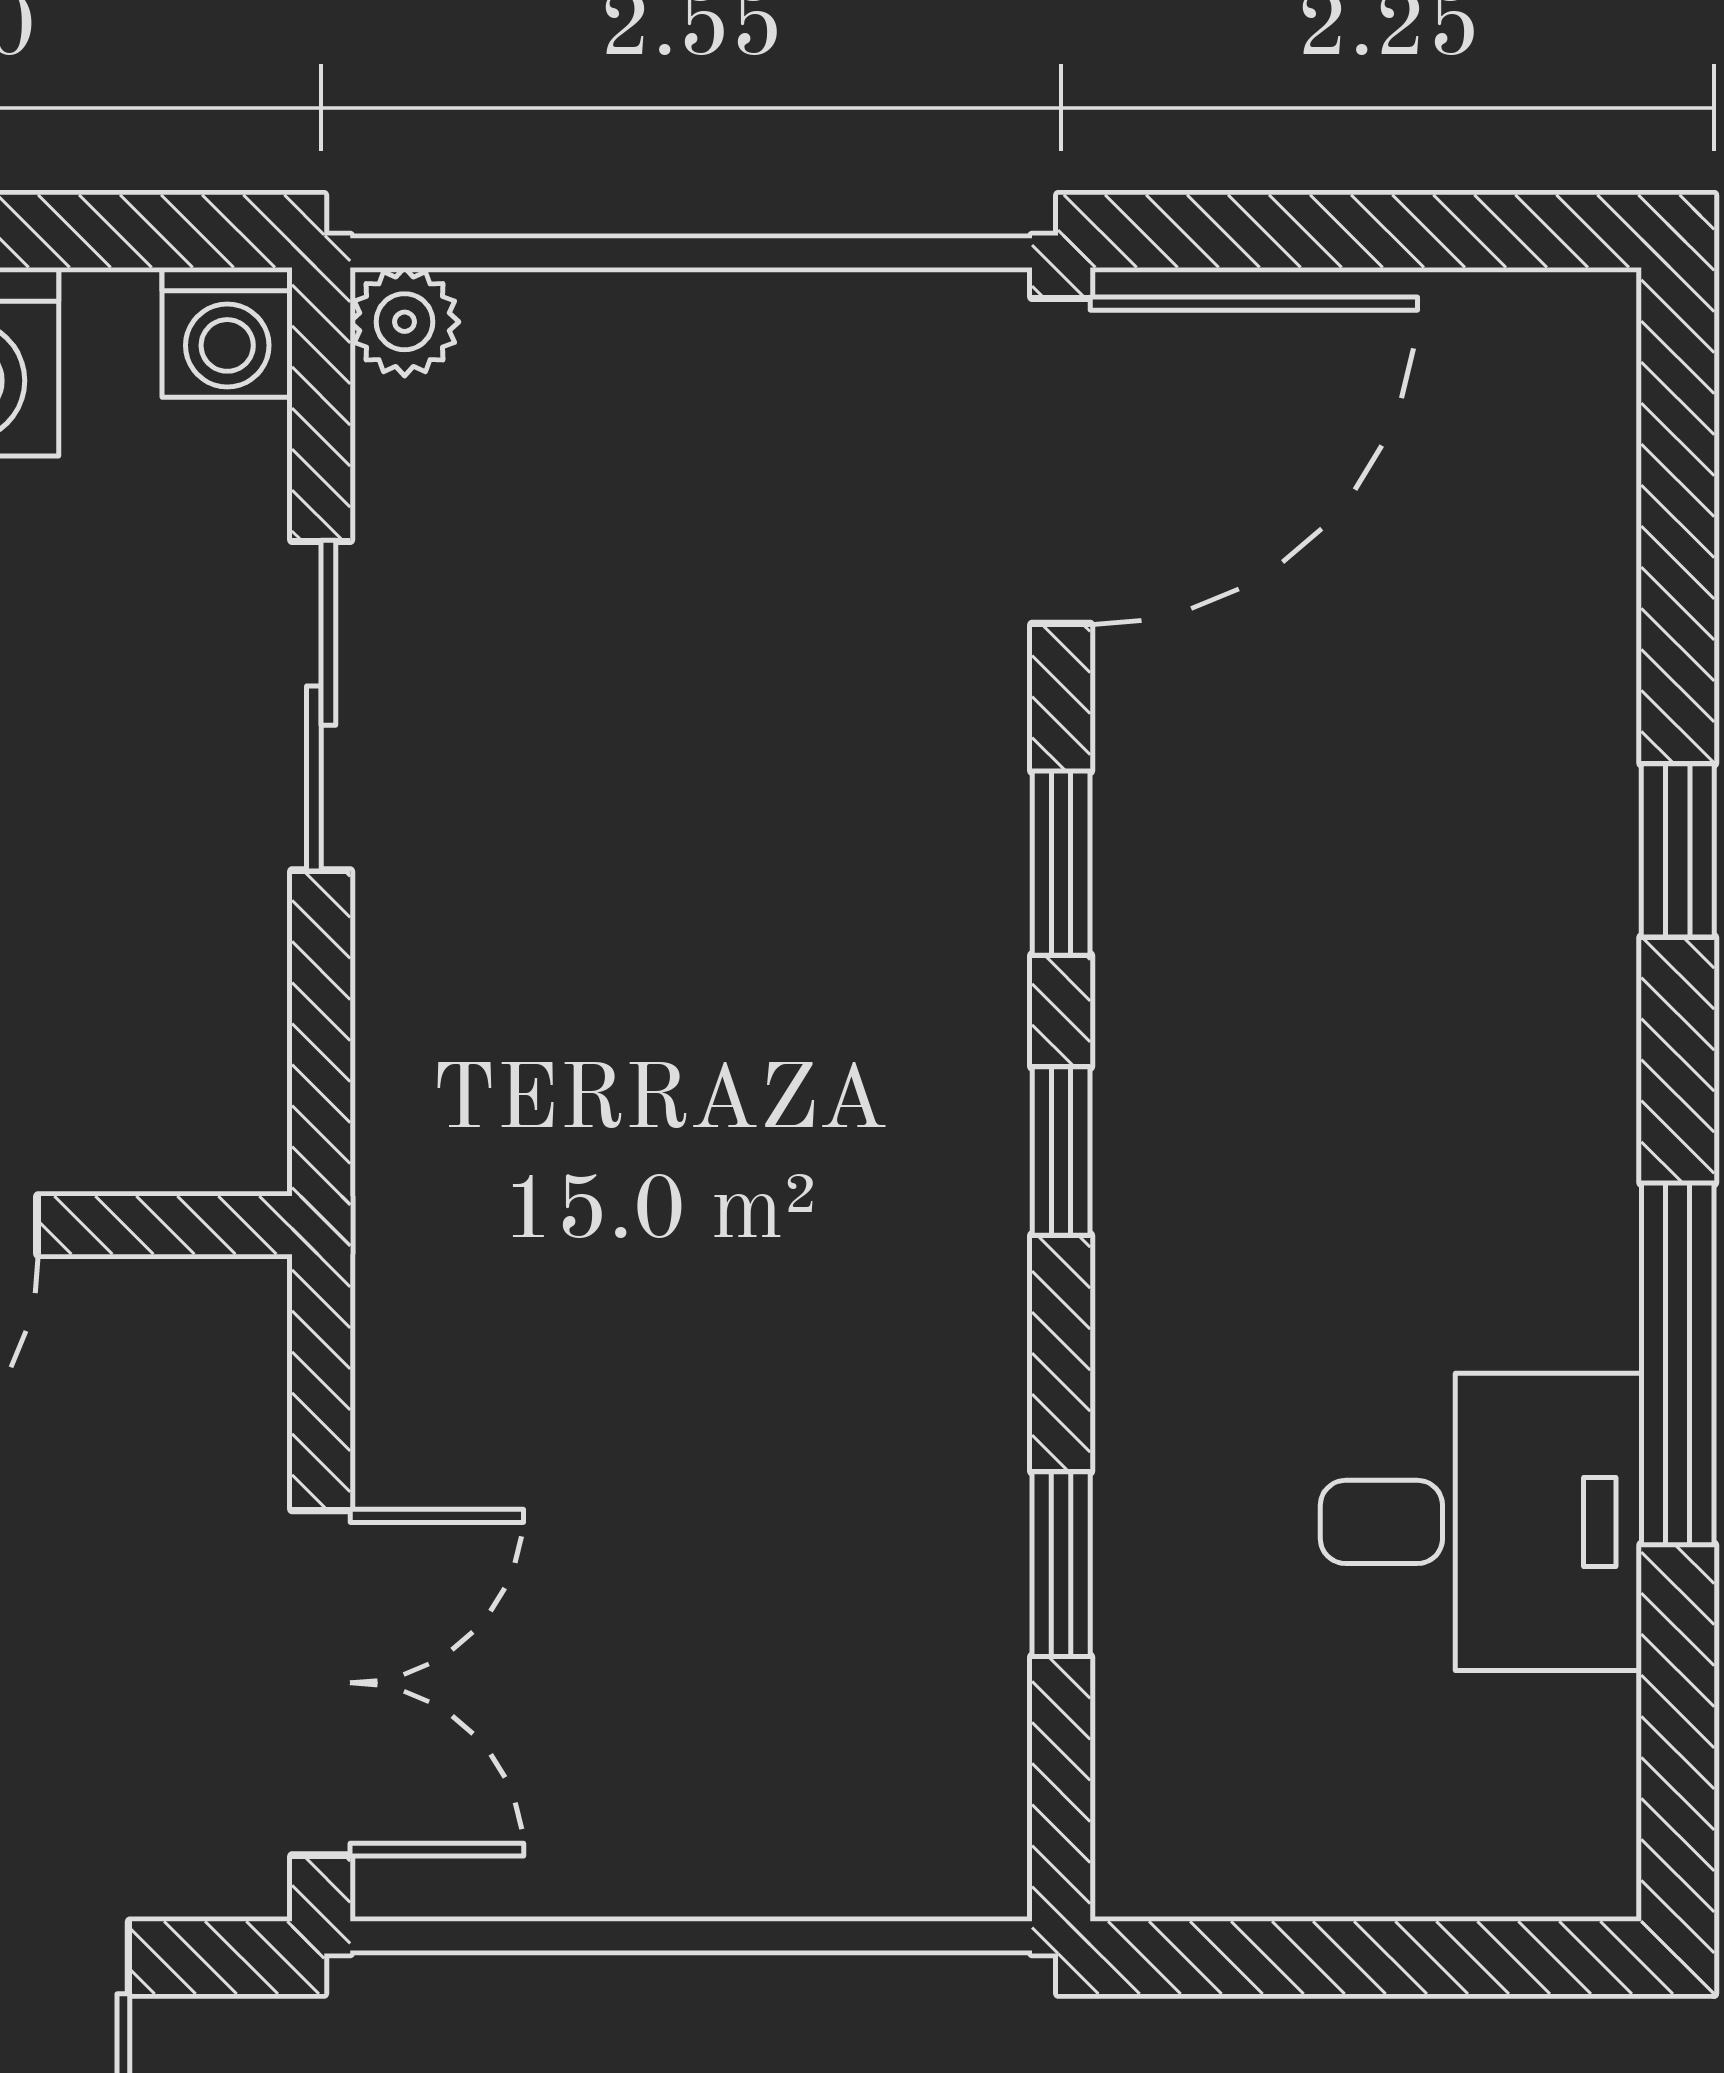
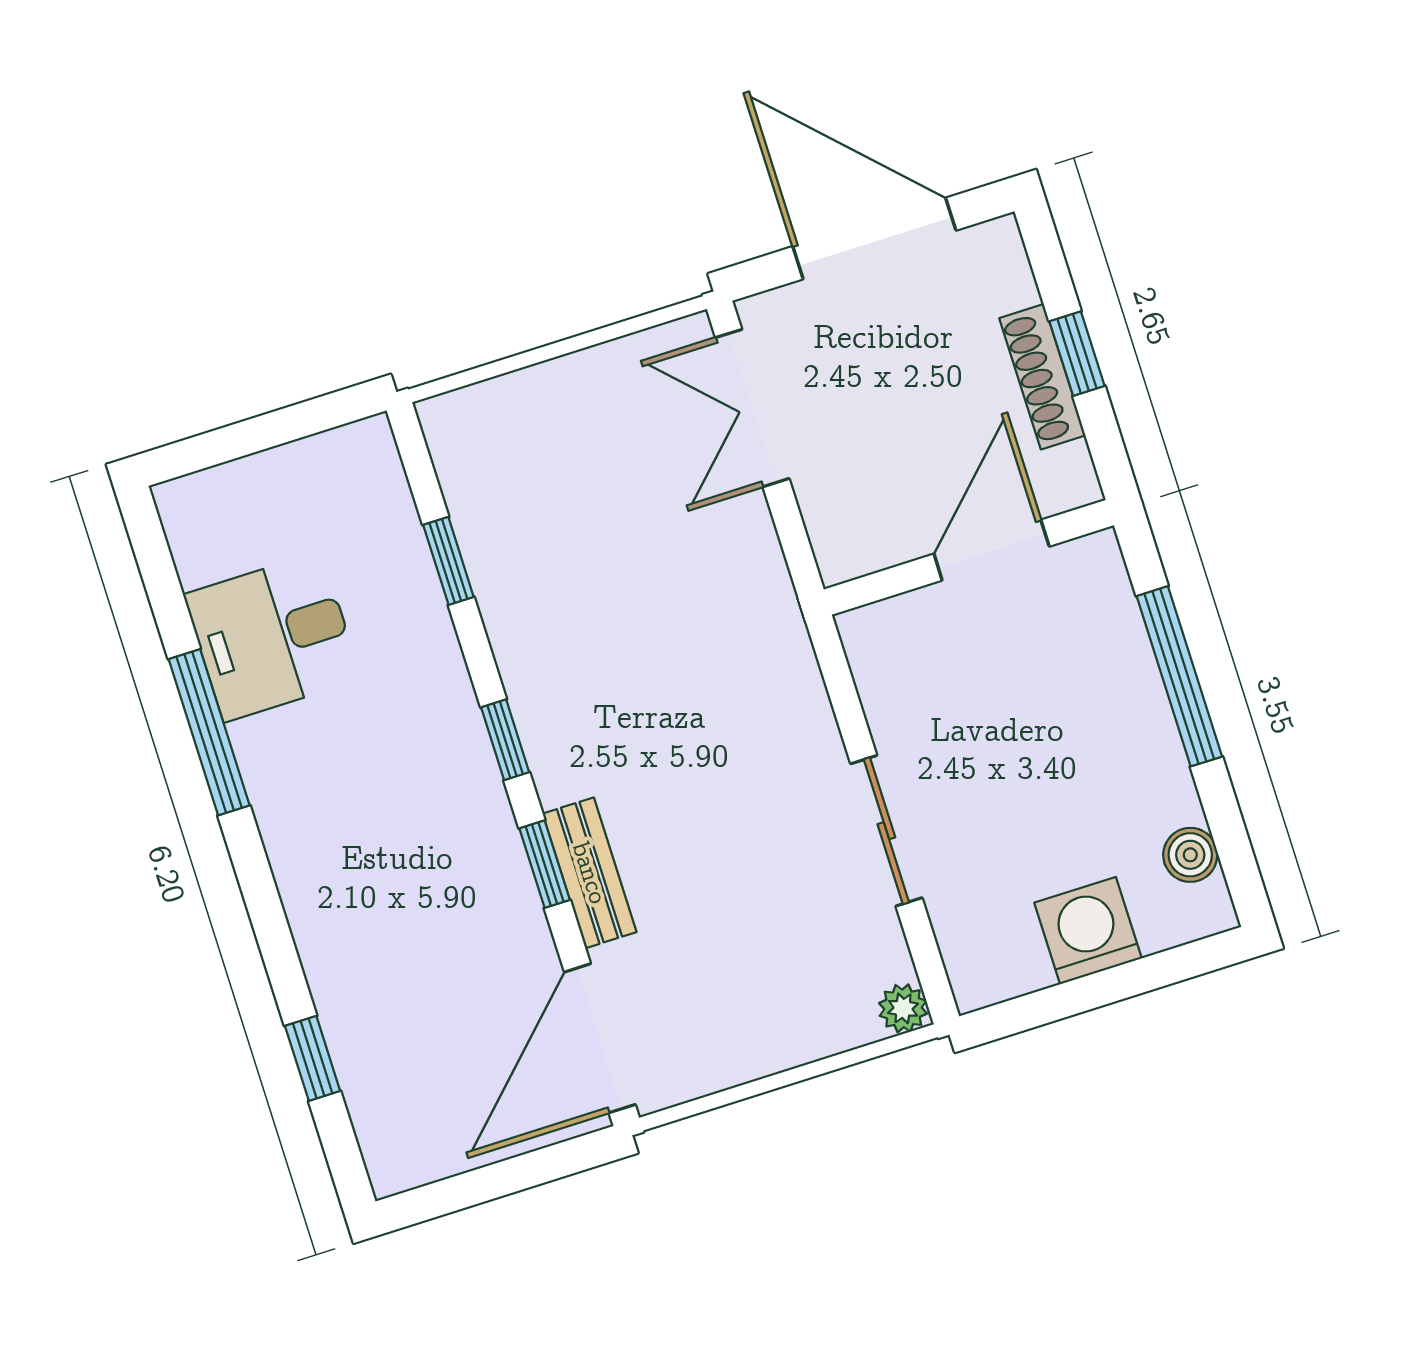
washing machine: (227, 332) -> (978, 979), removed
bench: (973, 815) -> (589, 873), added
window: (1678, 850) -> (313, 1058), moved

